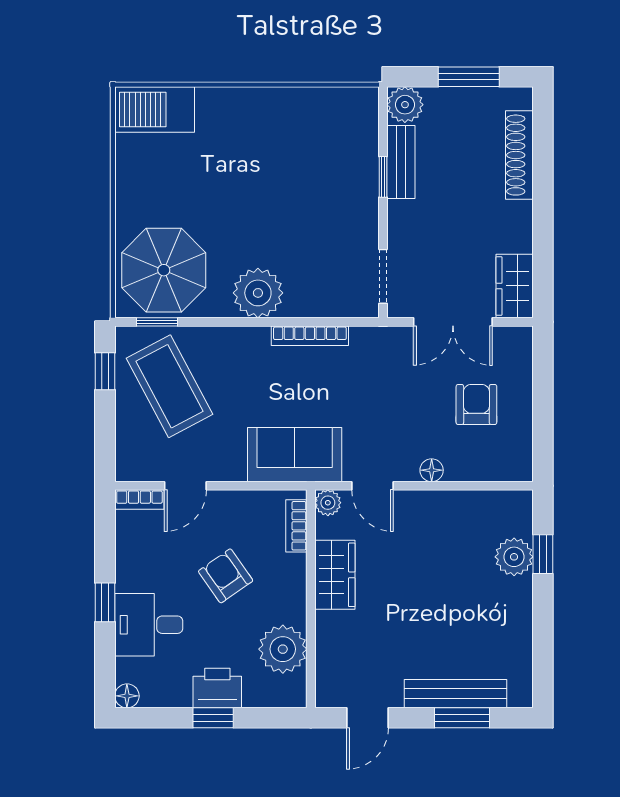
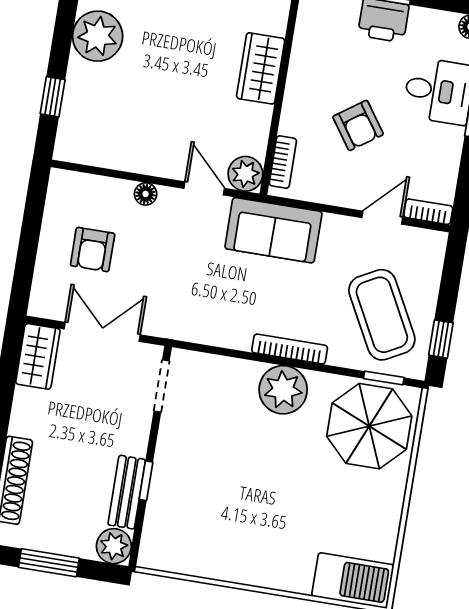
bookcase: (310, 336) -> (290, 349), moved
plant: (328, 503) -> (245, 174), width x1.38, depth x1.38
plant: (514, 557) -> (98, 36), moved, width x1.36, depth x1.36
wardrobe: (335, 575) -> (261, 68), moved
plant: (283, 649) -> (315, 47), removed

